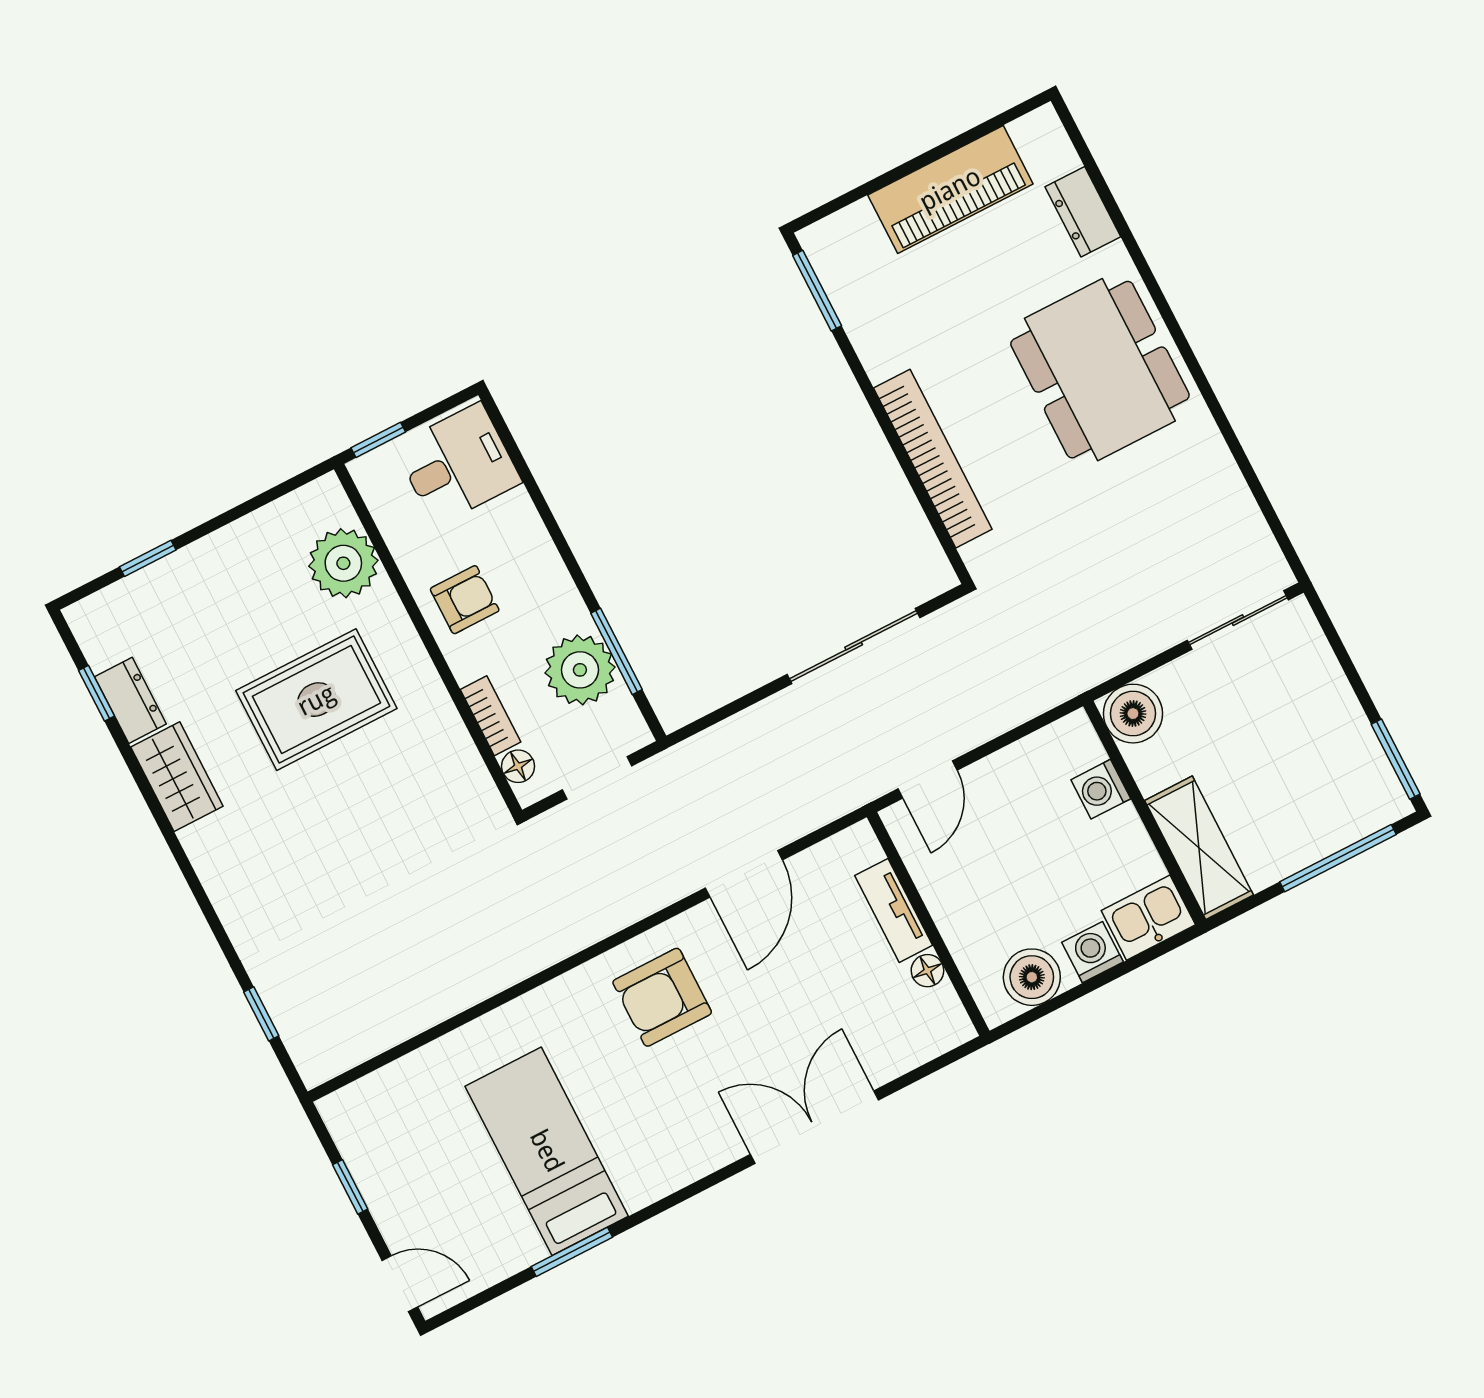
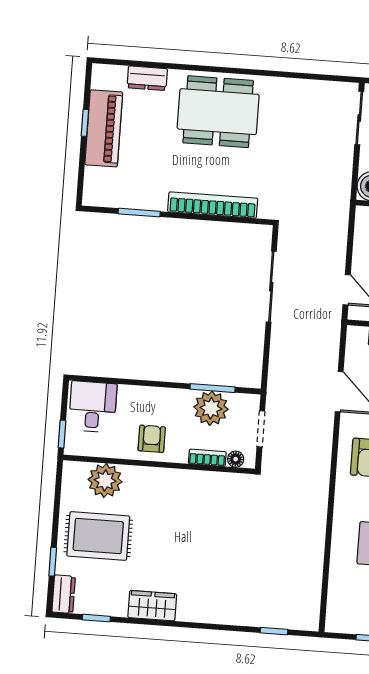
window: (940, 151) -> (85, 123), added
window: (817, 291) -> (139, 213), moved
dresser: (130, 700) -> (64, 594), moved, turned 90
rug: (316, 700) -> (98, 536), moved, turned 90

